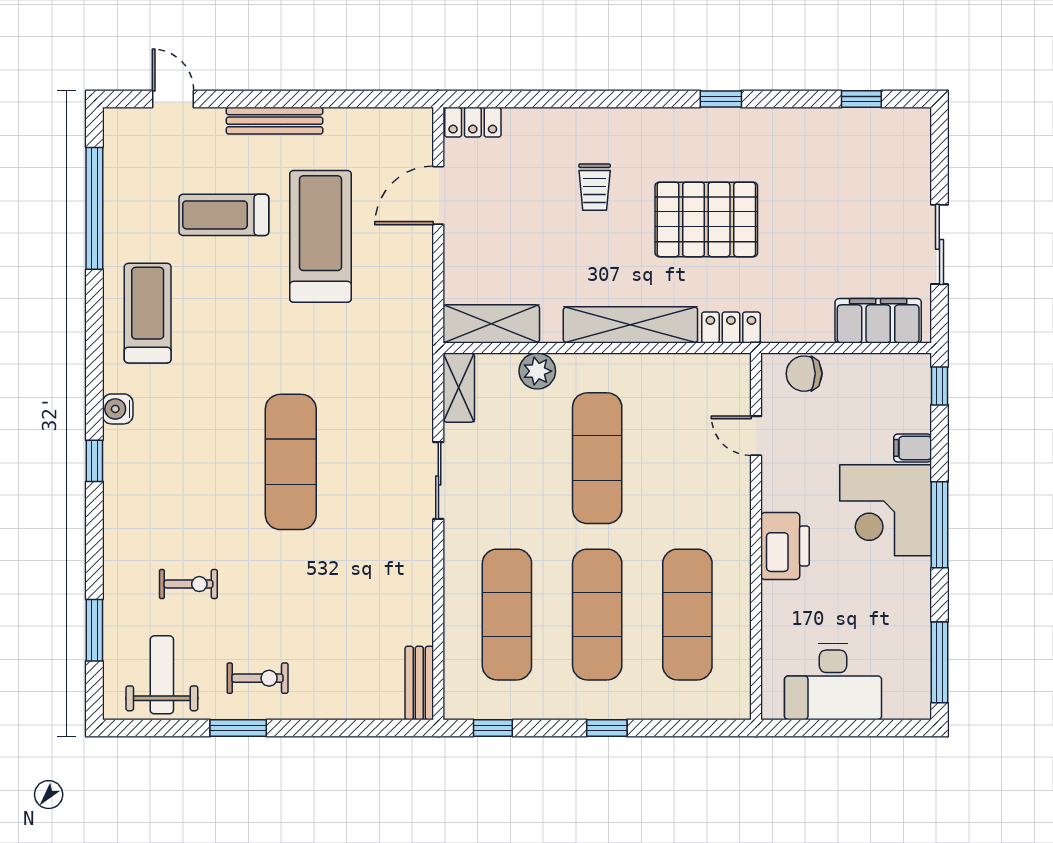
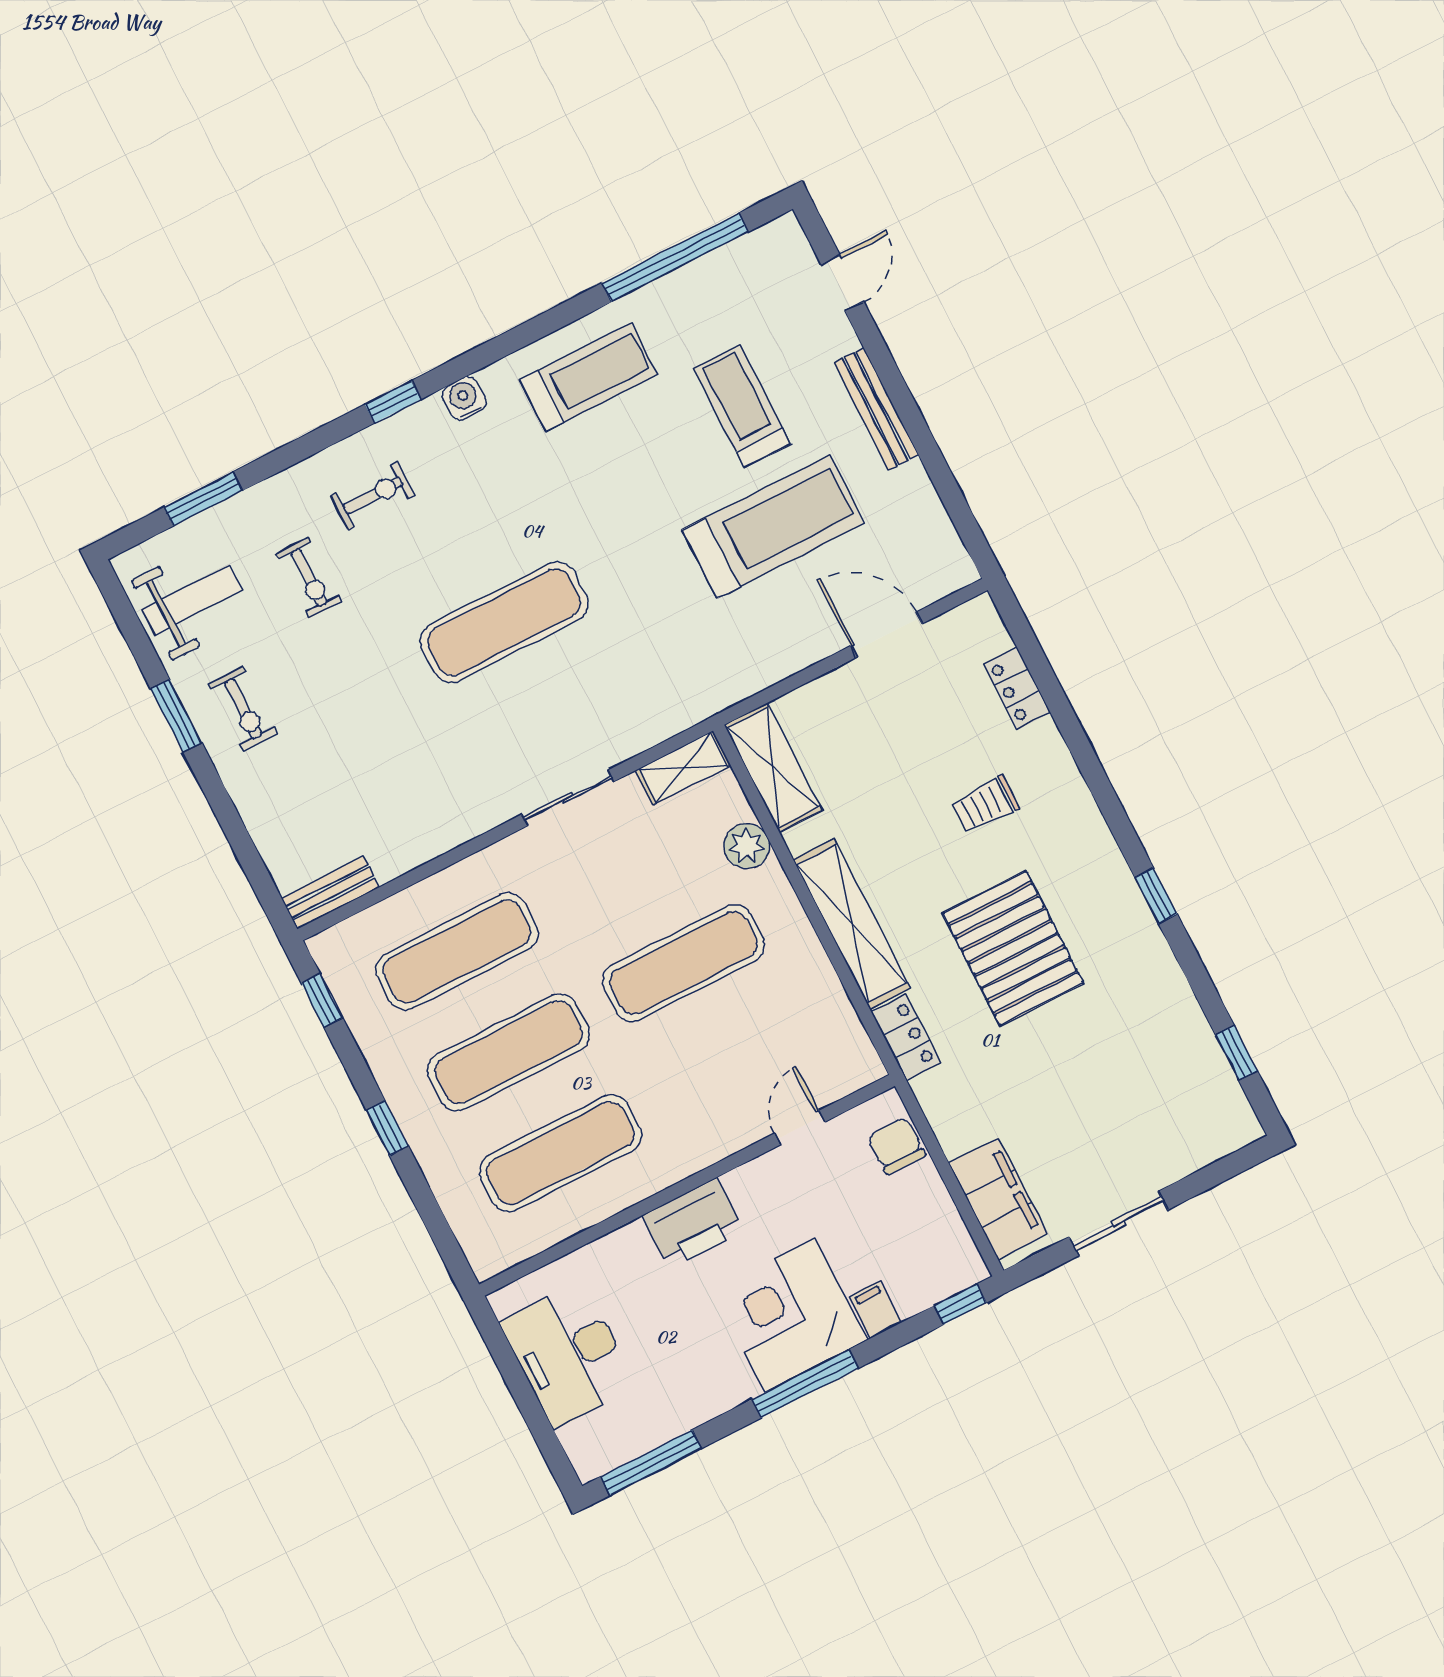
locker: (473, 122) -> (1017, 688), moved
exercise bike: (153, 509) -> (373, 495), added

